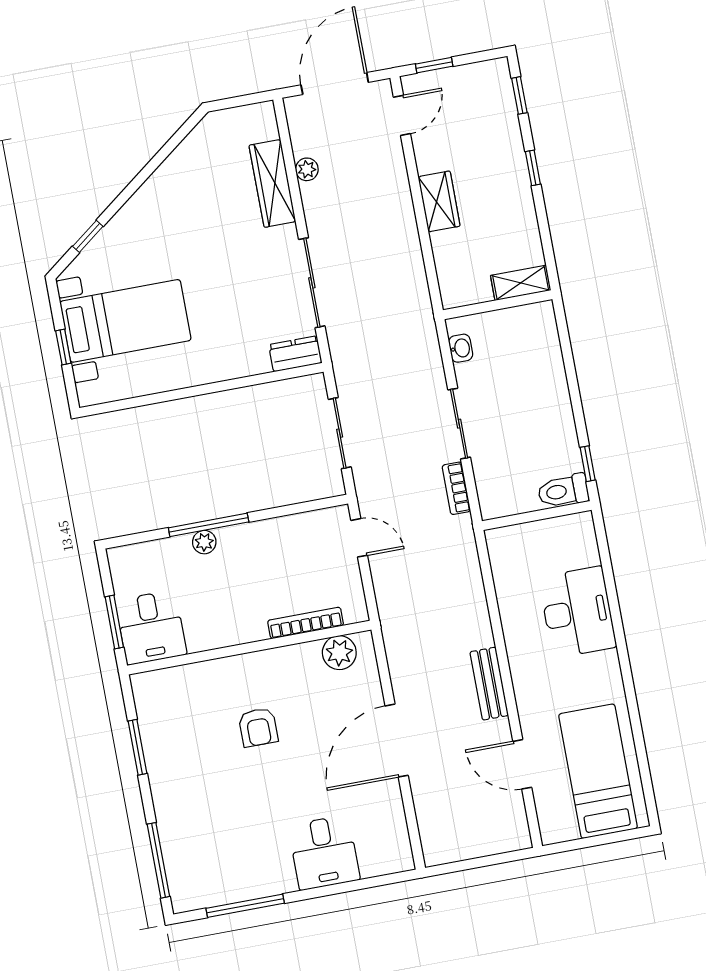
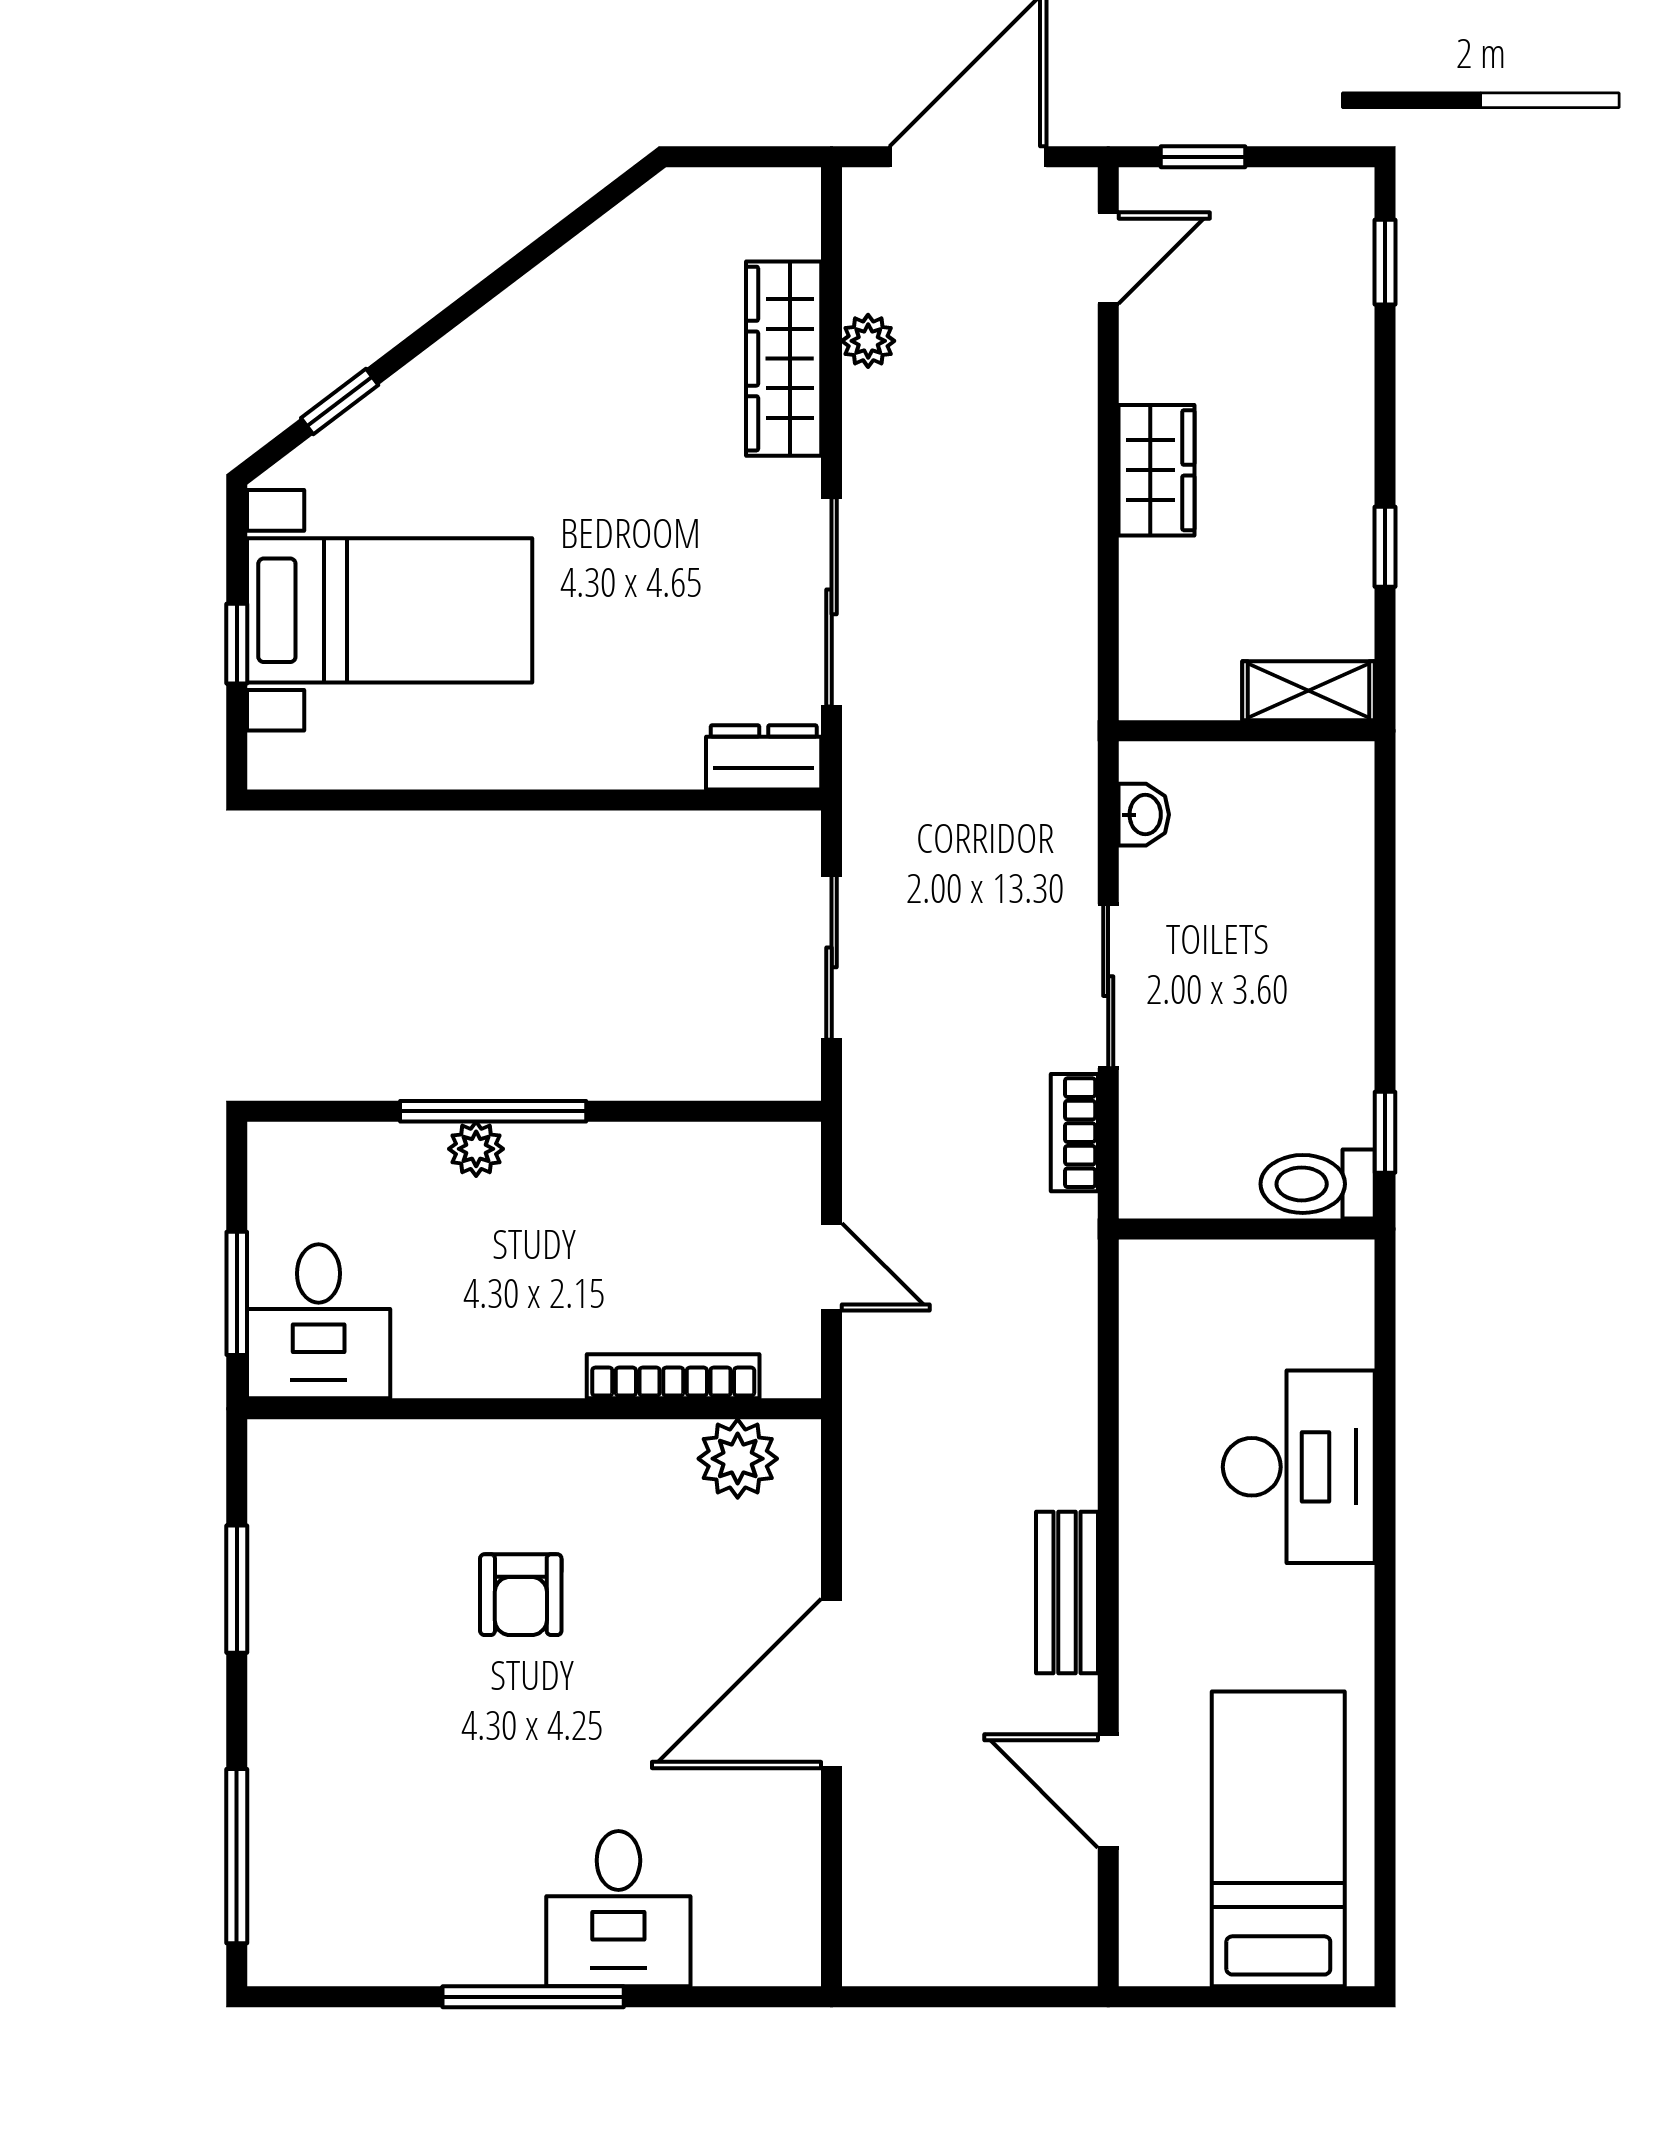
window: (533, 168) -> (1385, 547), moved
door: (359, 538) -> (832, 1267), moved
window: (245, 906) -> (533, 1997), moved

